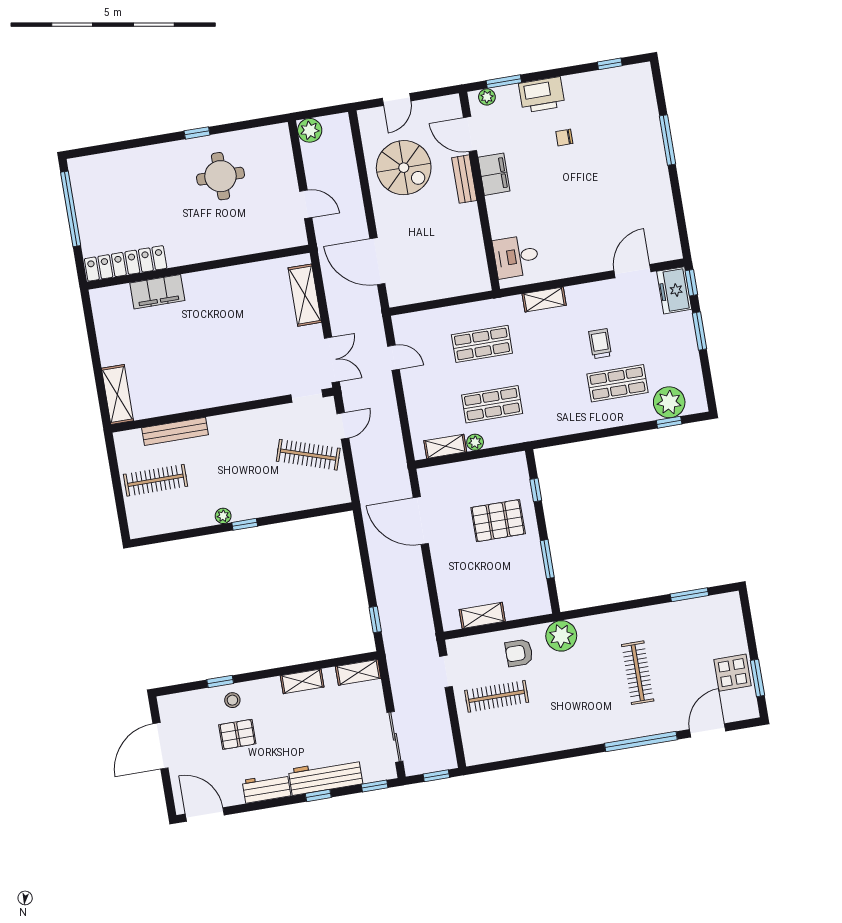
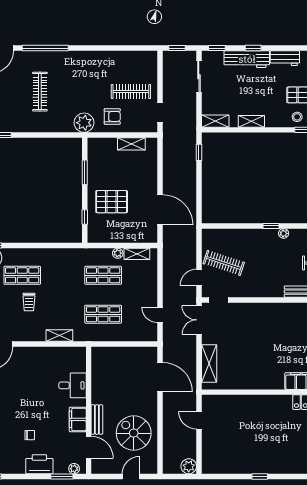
round table: (220, 176) -> (250, 447), removed
desk: (516, 257) -> (72, 385), moved

